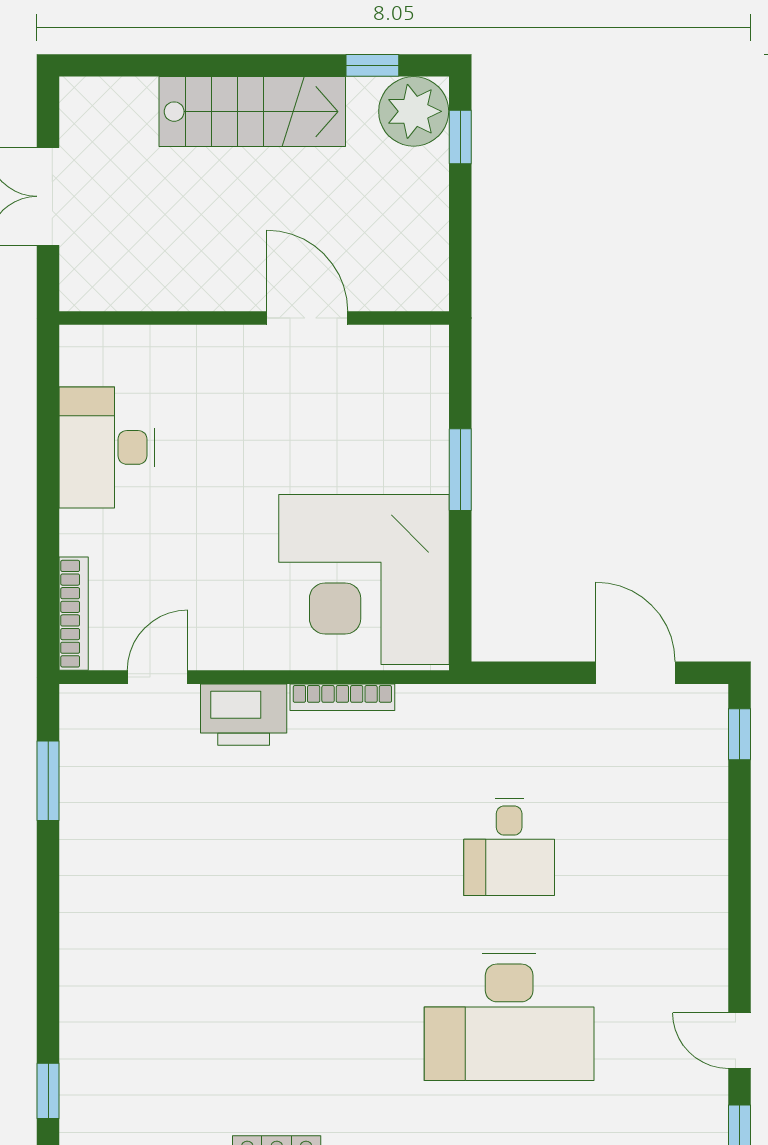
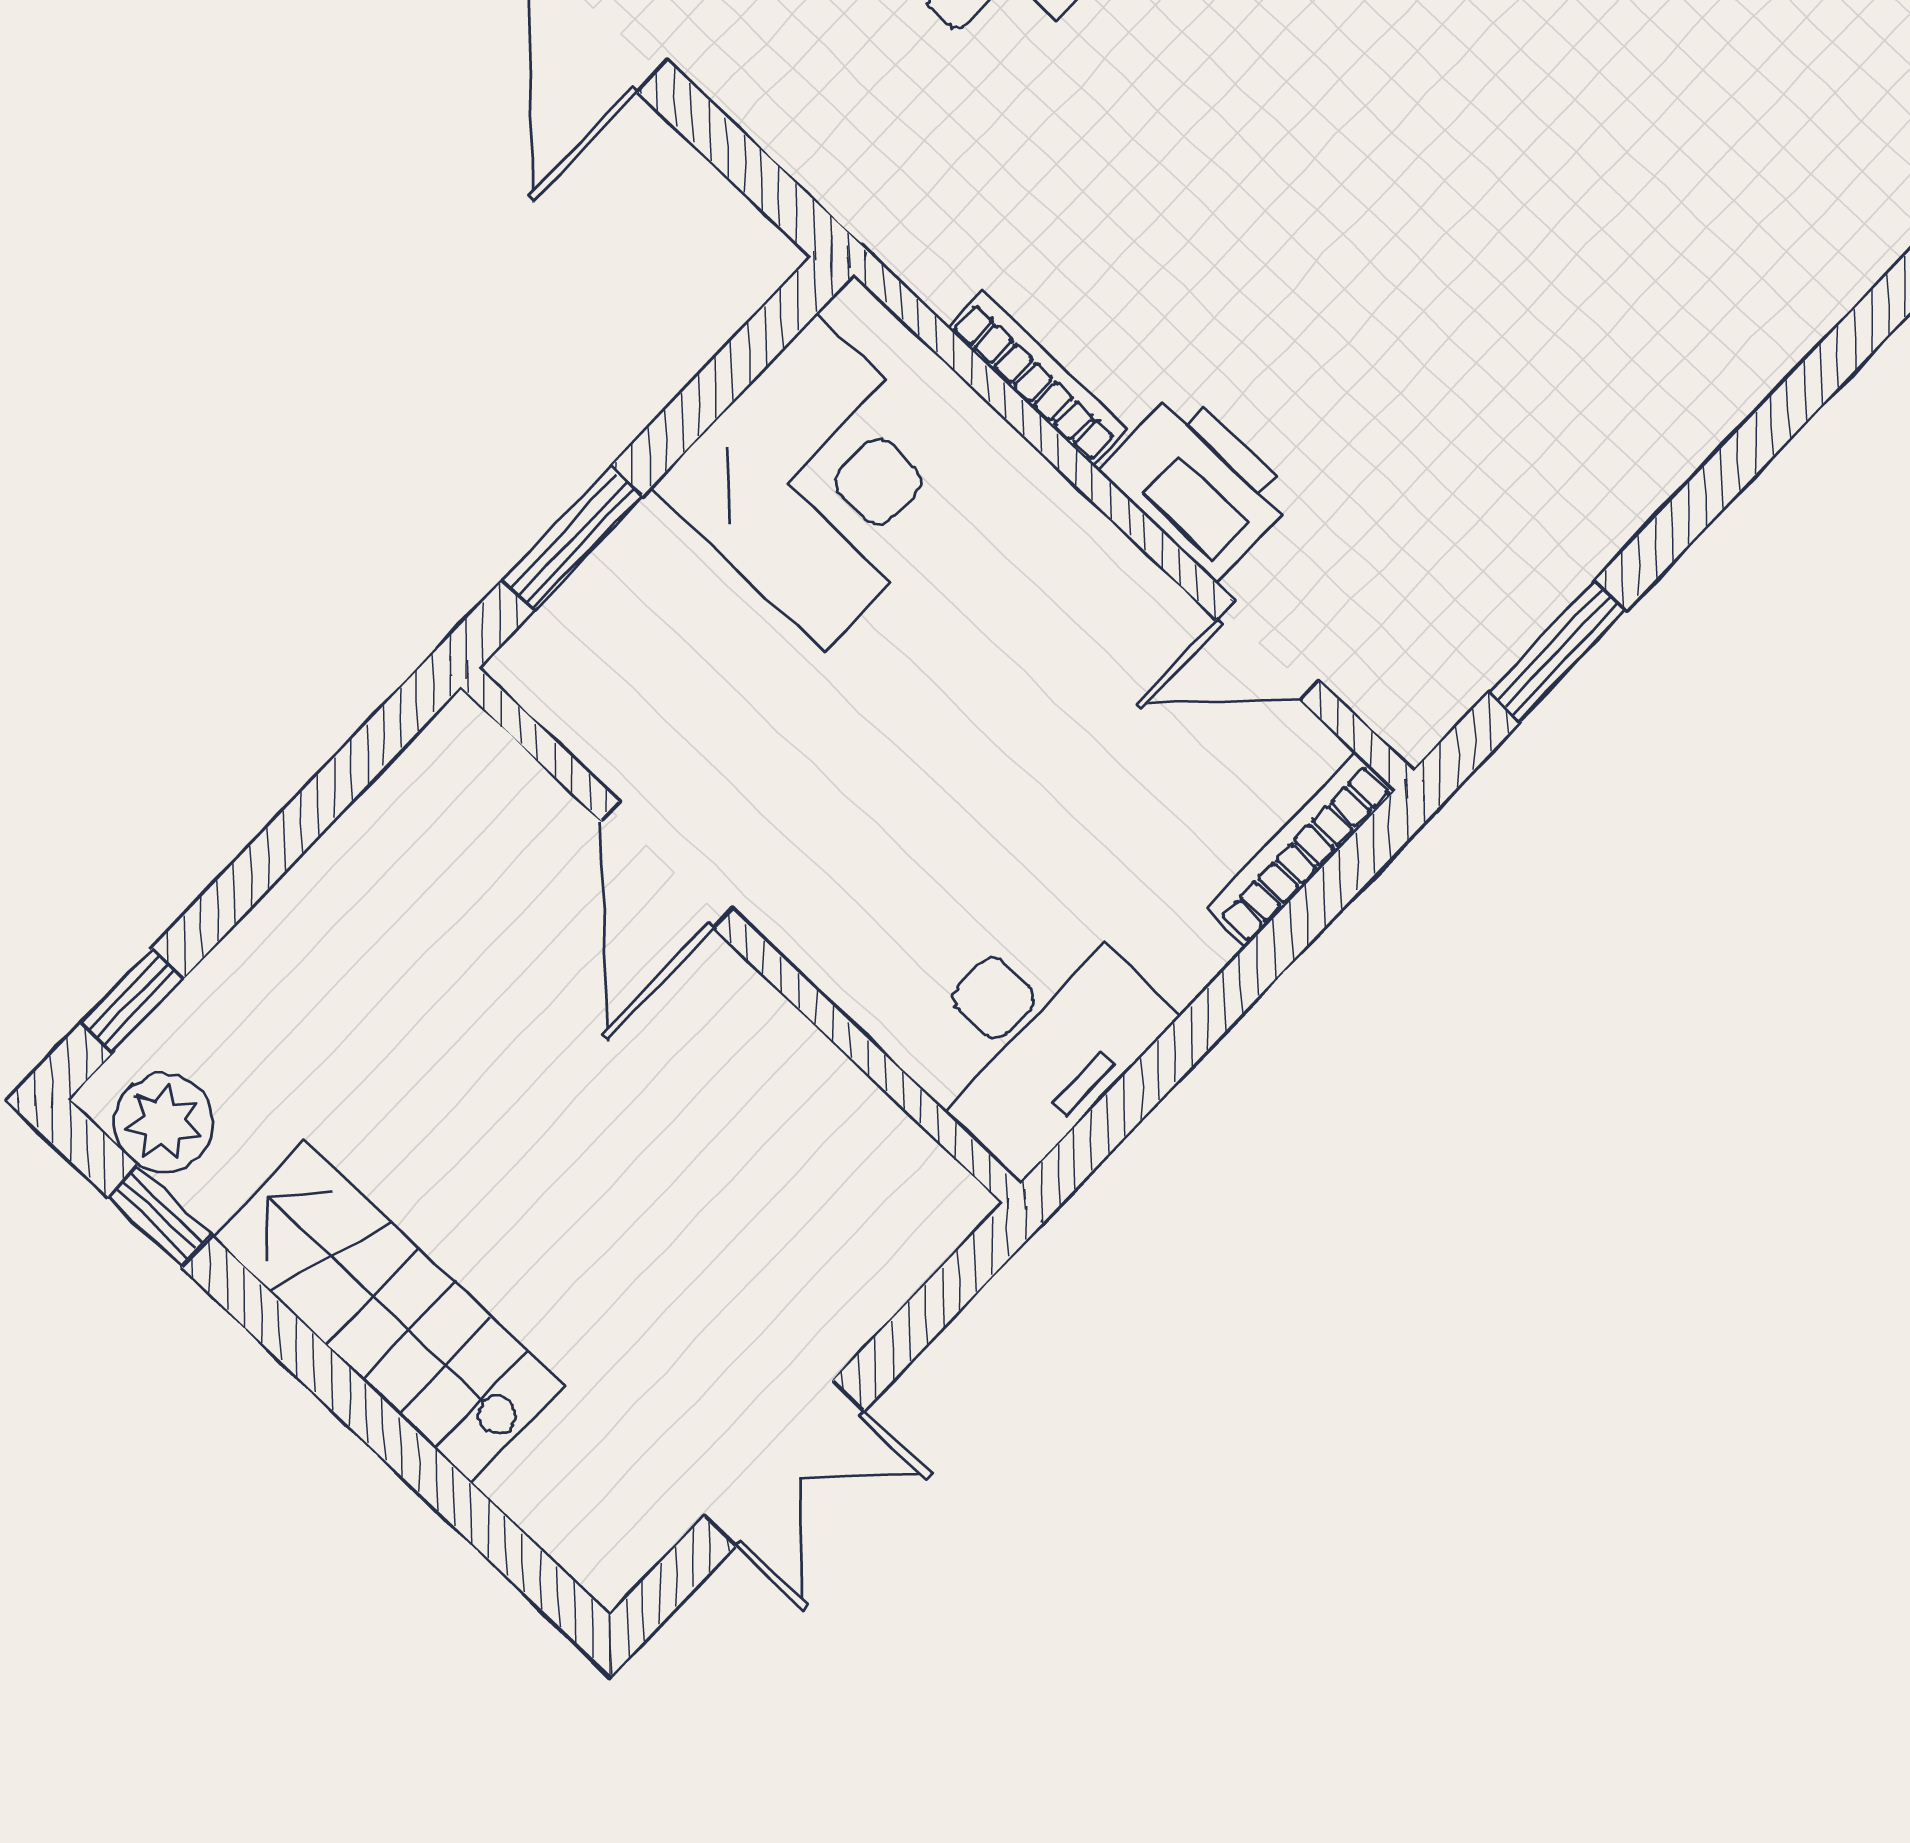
plant: (414, 111) -> (164, 1123), width x0.73, depth x0.73
wall: (254, 318) -> (741, 935), moved
door: (307, 318) -> (667, 865), moved
corner desk: (364, 580) -> (820, 483), width x0.74, depth x0.74

